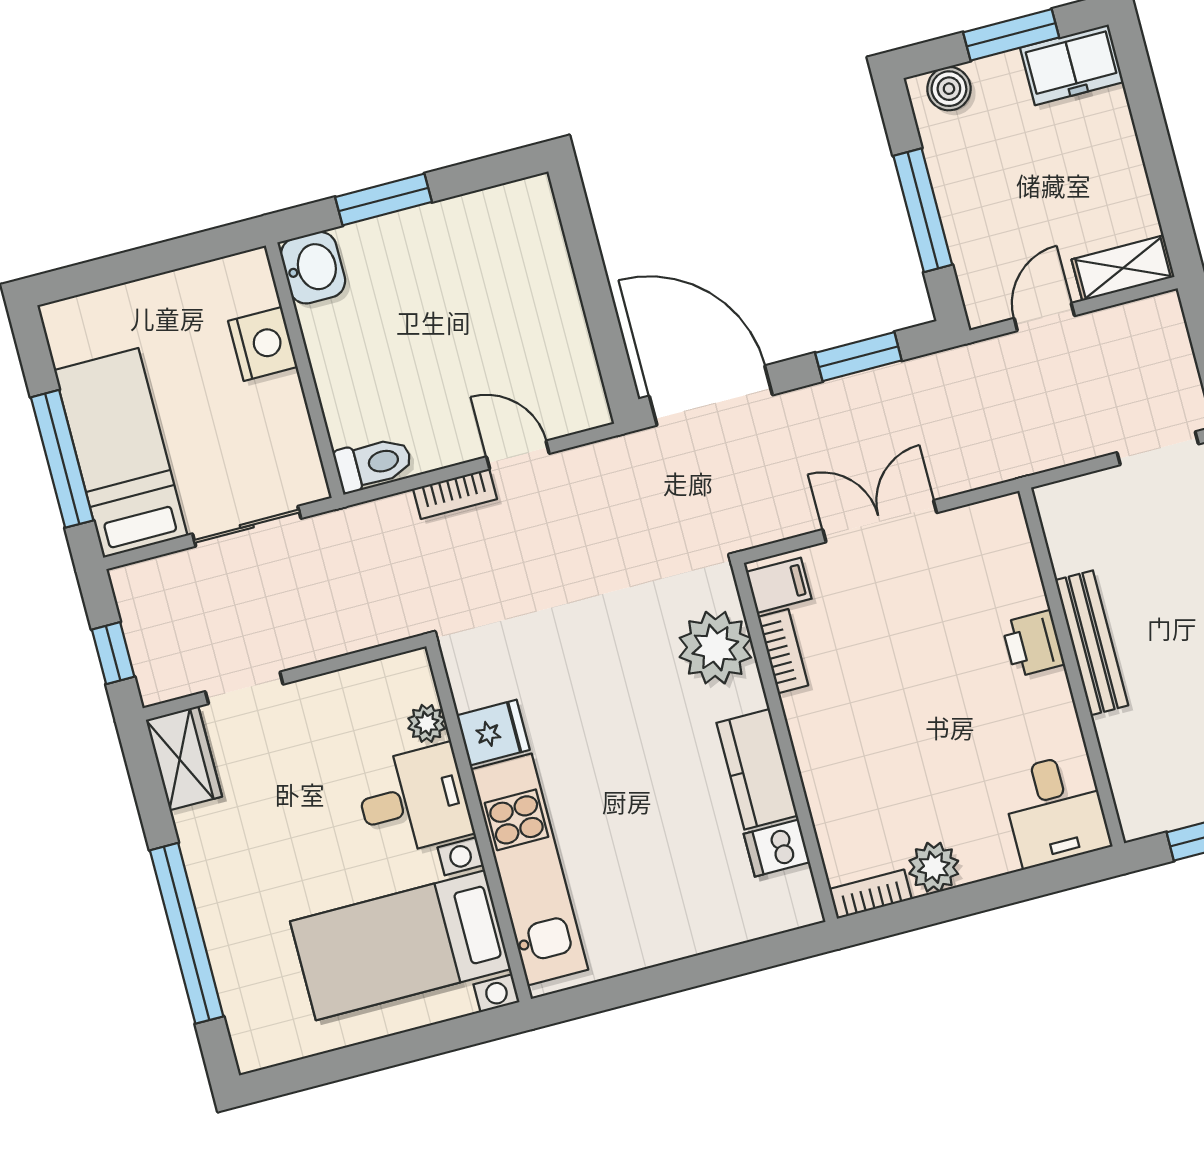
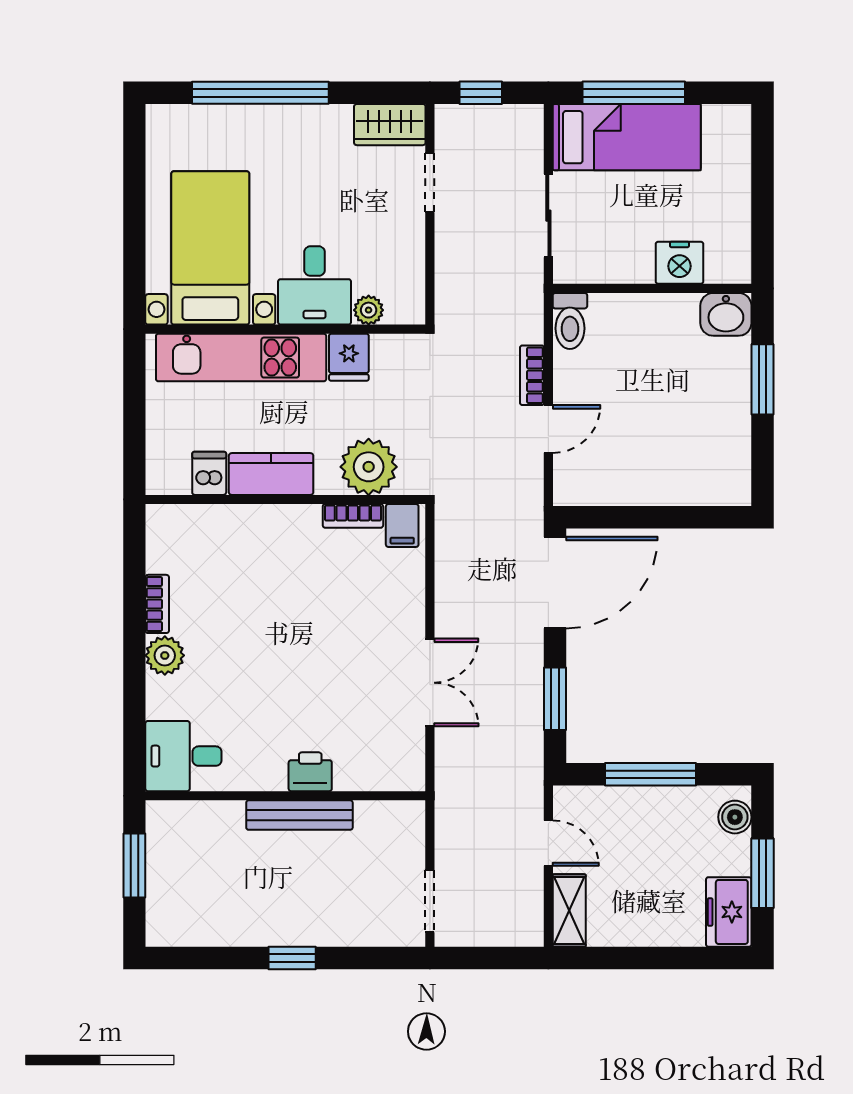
filing cabinet: (779, 585) -> (402, 526), moved
plant: (715, 648) -> (369, 467), moved
bookcase: (783, 651) -> (353, 516), moved
wall: (785, 742) -> (285, 499), moved
kitchen counter: (757, 769) -> (271, 474), moved
dishwasher: (777, 848) -> (209, 473), moved

